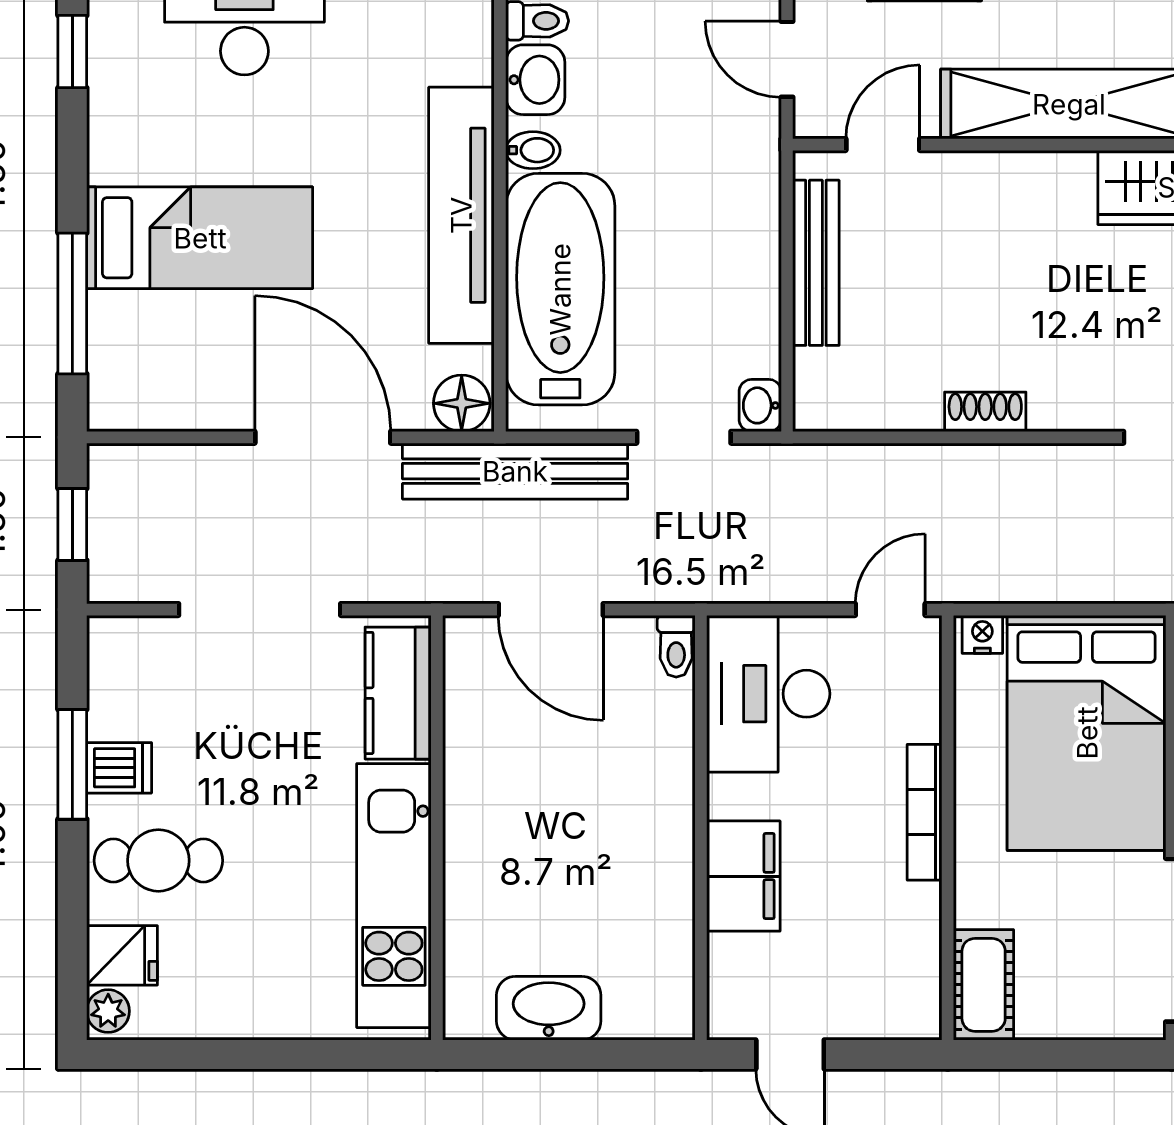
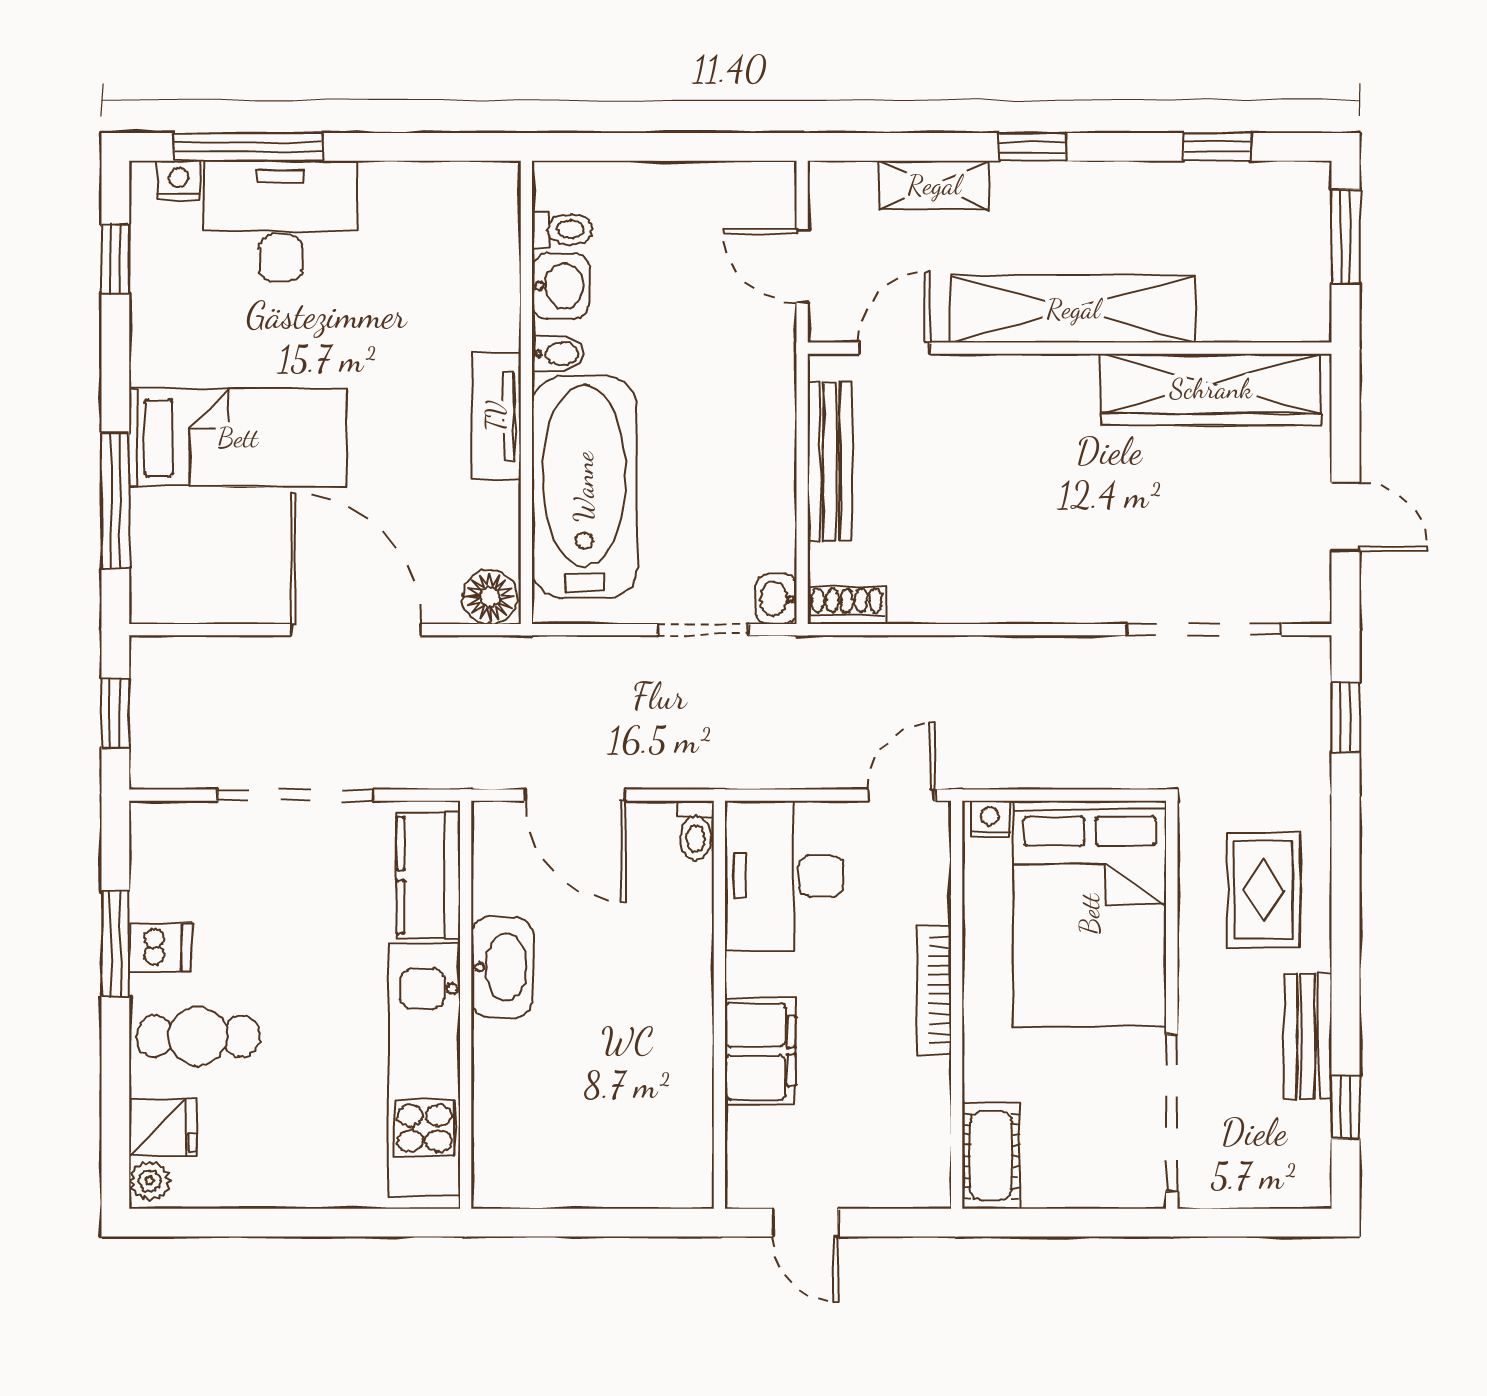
tv unit: (461, 215) -> (496, 416), width x0.52, depth x0.78
shoe rack: (985, 412) -> (847, 605), moved
bench: (515, 471) -> (541, 662), removed
washbasin: (549, 1008) -> (502, 967), moved, turned 90

